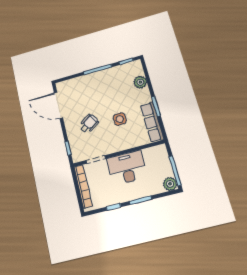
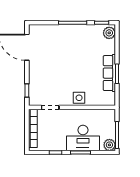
plant: (140, 82) -> (109, 33), moved
side table: (120, 119) -> (79, 98), moved
row of seats: (152, 122) -> (109, 73), moved
wheelchair: (89, 124) -> (52, 73), removed
desk: (127, 168) -> (83, 138), moved, turned 180

